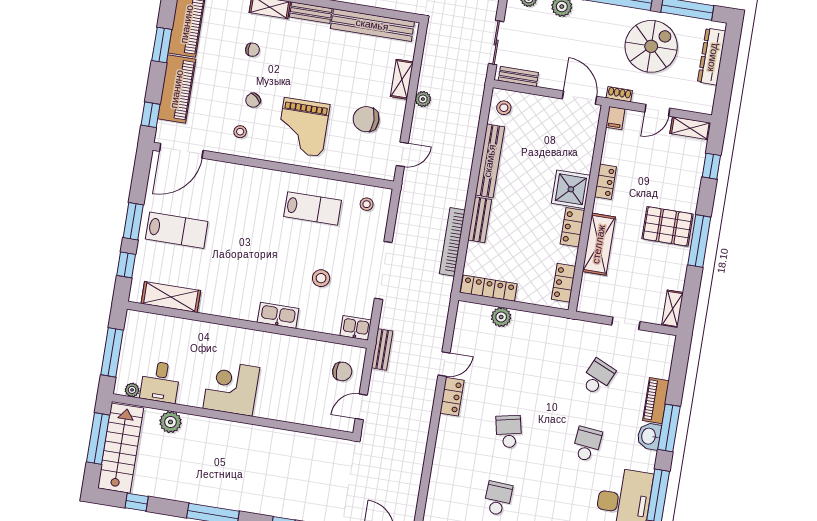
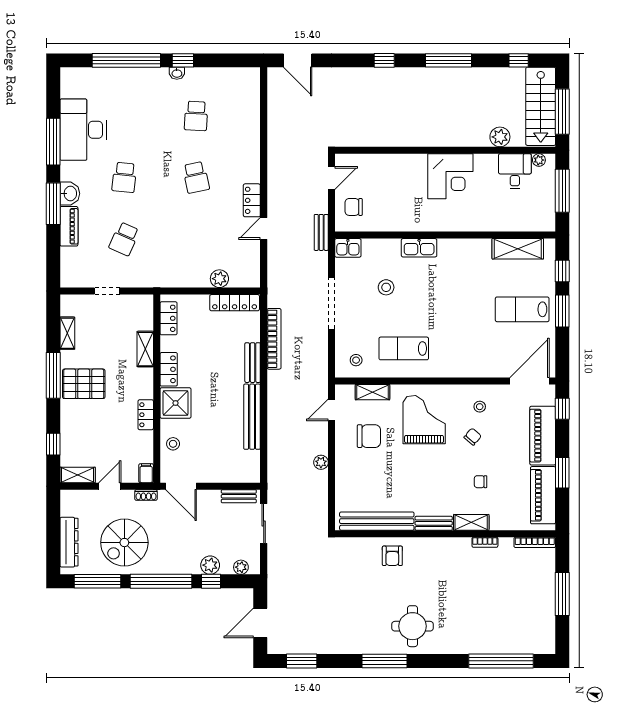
shelving: (402, 79) -> (372, 392), moved, turned 90
stool: (504, 108) -> (173, 444), moved
shelving: (599, 244) -> (145, 349), width x0.67, depth x0.75
shelving: (672, 309) -> (67, 333), moved

